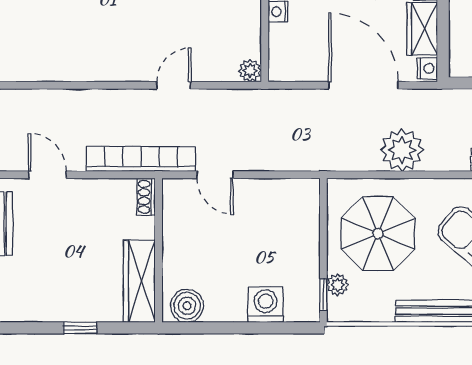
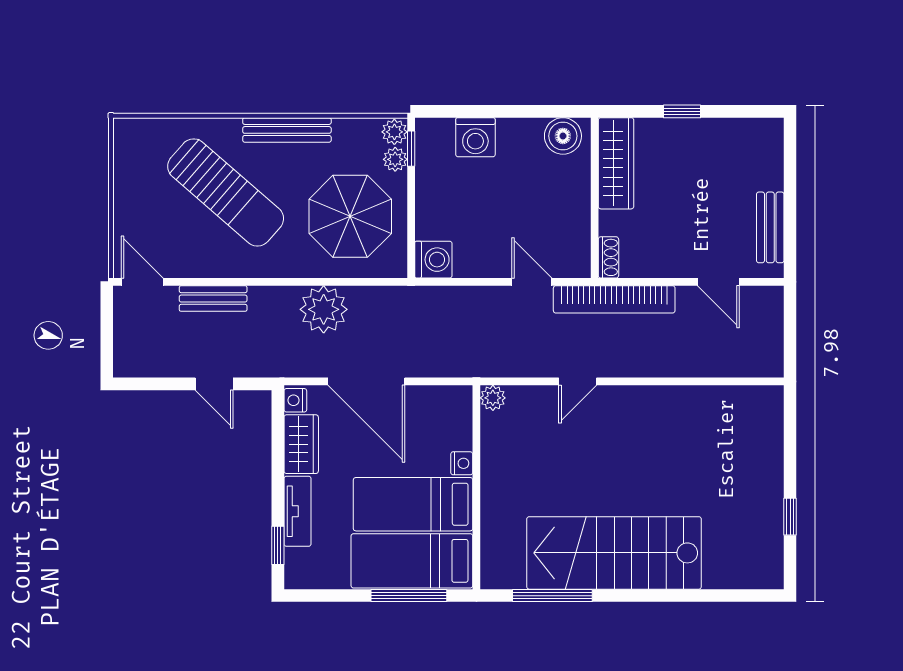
washing machine: (303, 195) -> (433, 260), added
plant: (338, 309) -> (394, 132), added

